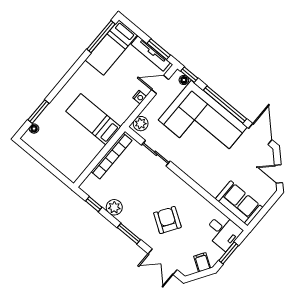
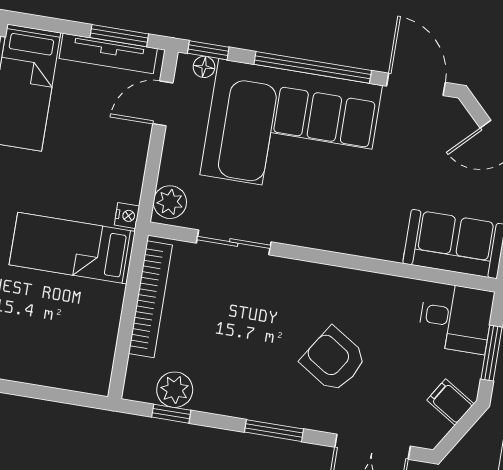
nightstand: (140, 97) -> (127, 216), moved
plant: (114, 207) -> (175, 390), moved

